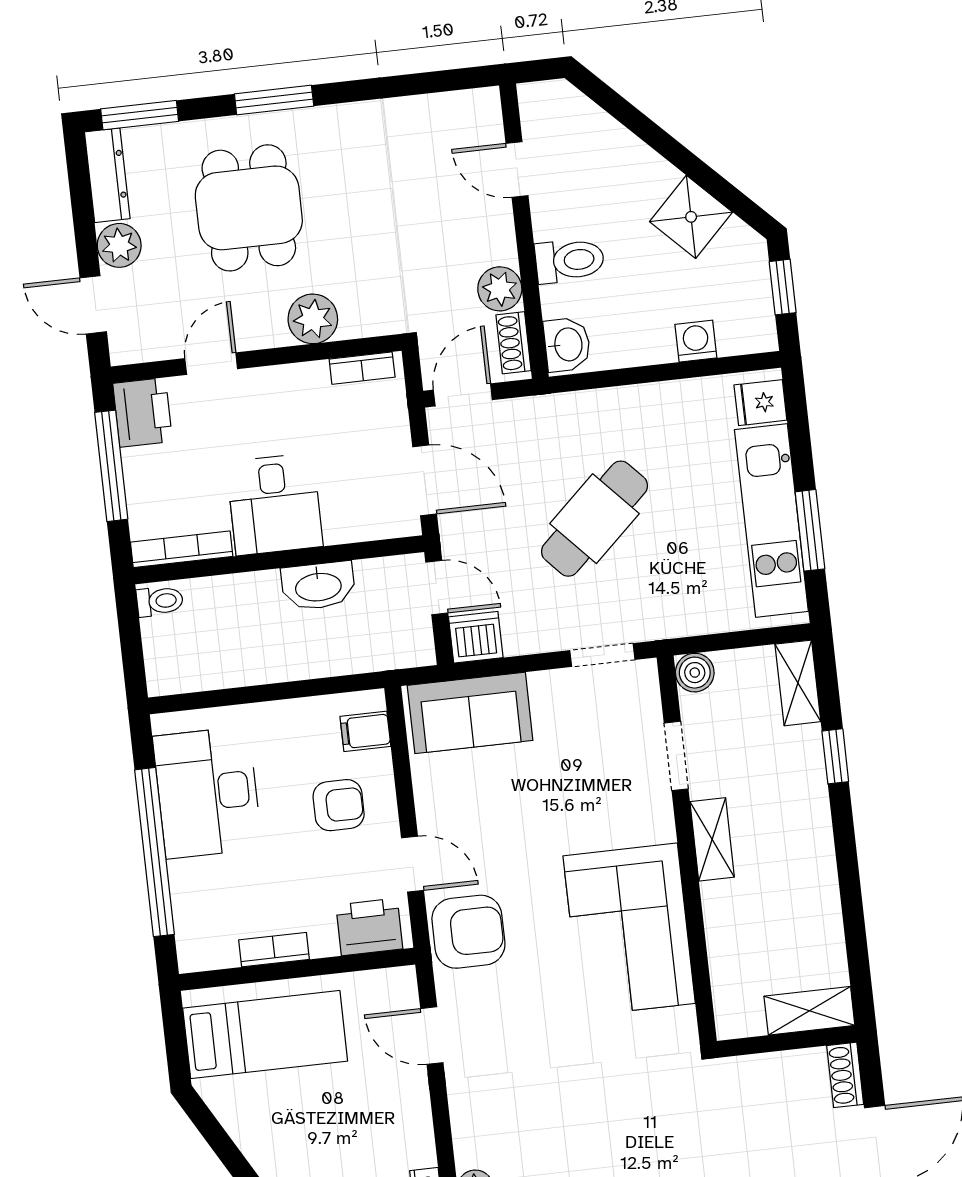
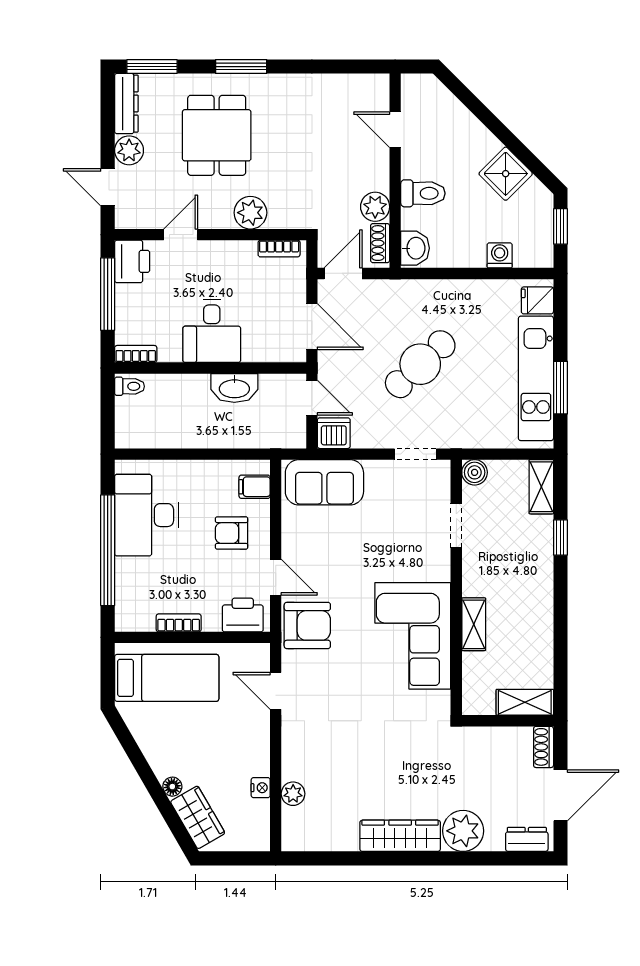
bookcase: (182, 549) -> (136, 354), width x0.64
armchair: (339, 805) -> (232, 533), turned 180
shelving: (712, 839) -> (474, 624), moved

